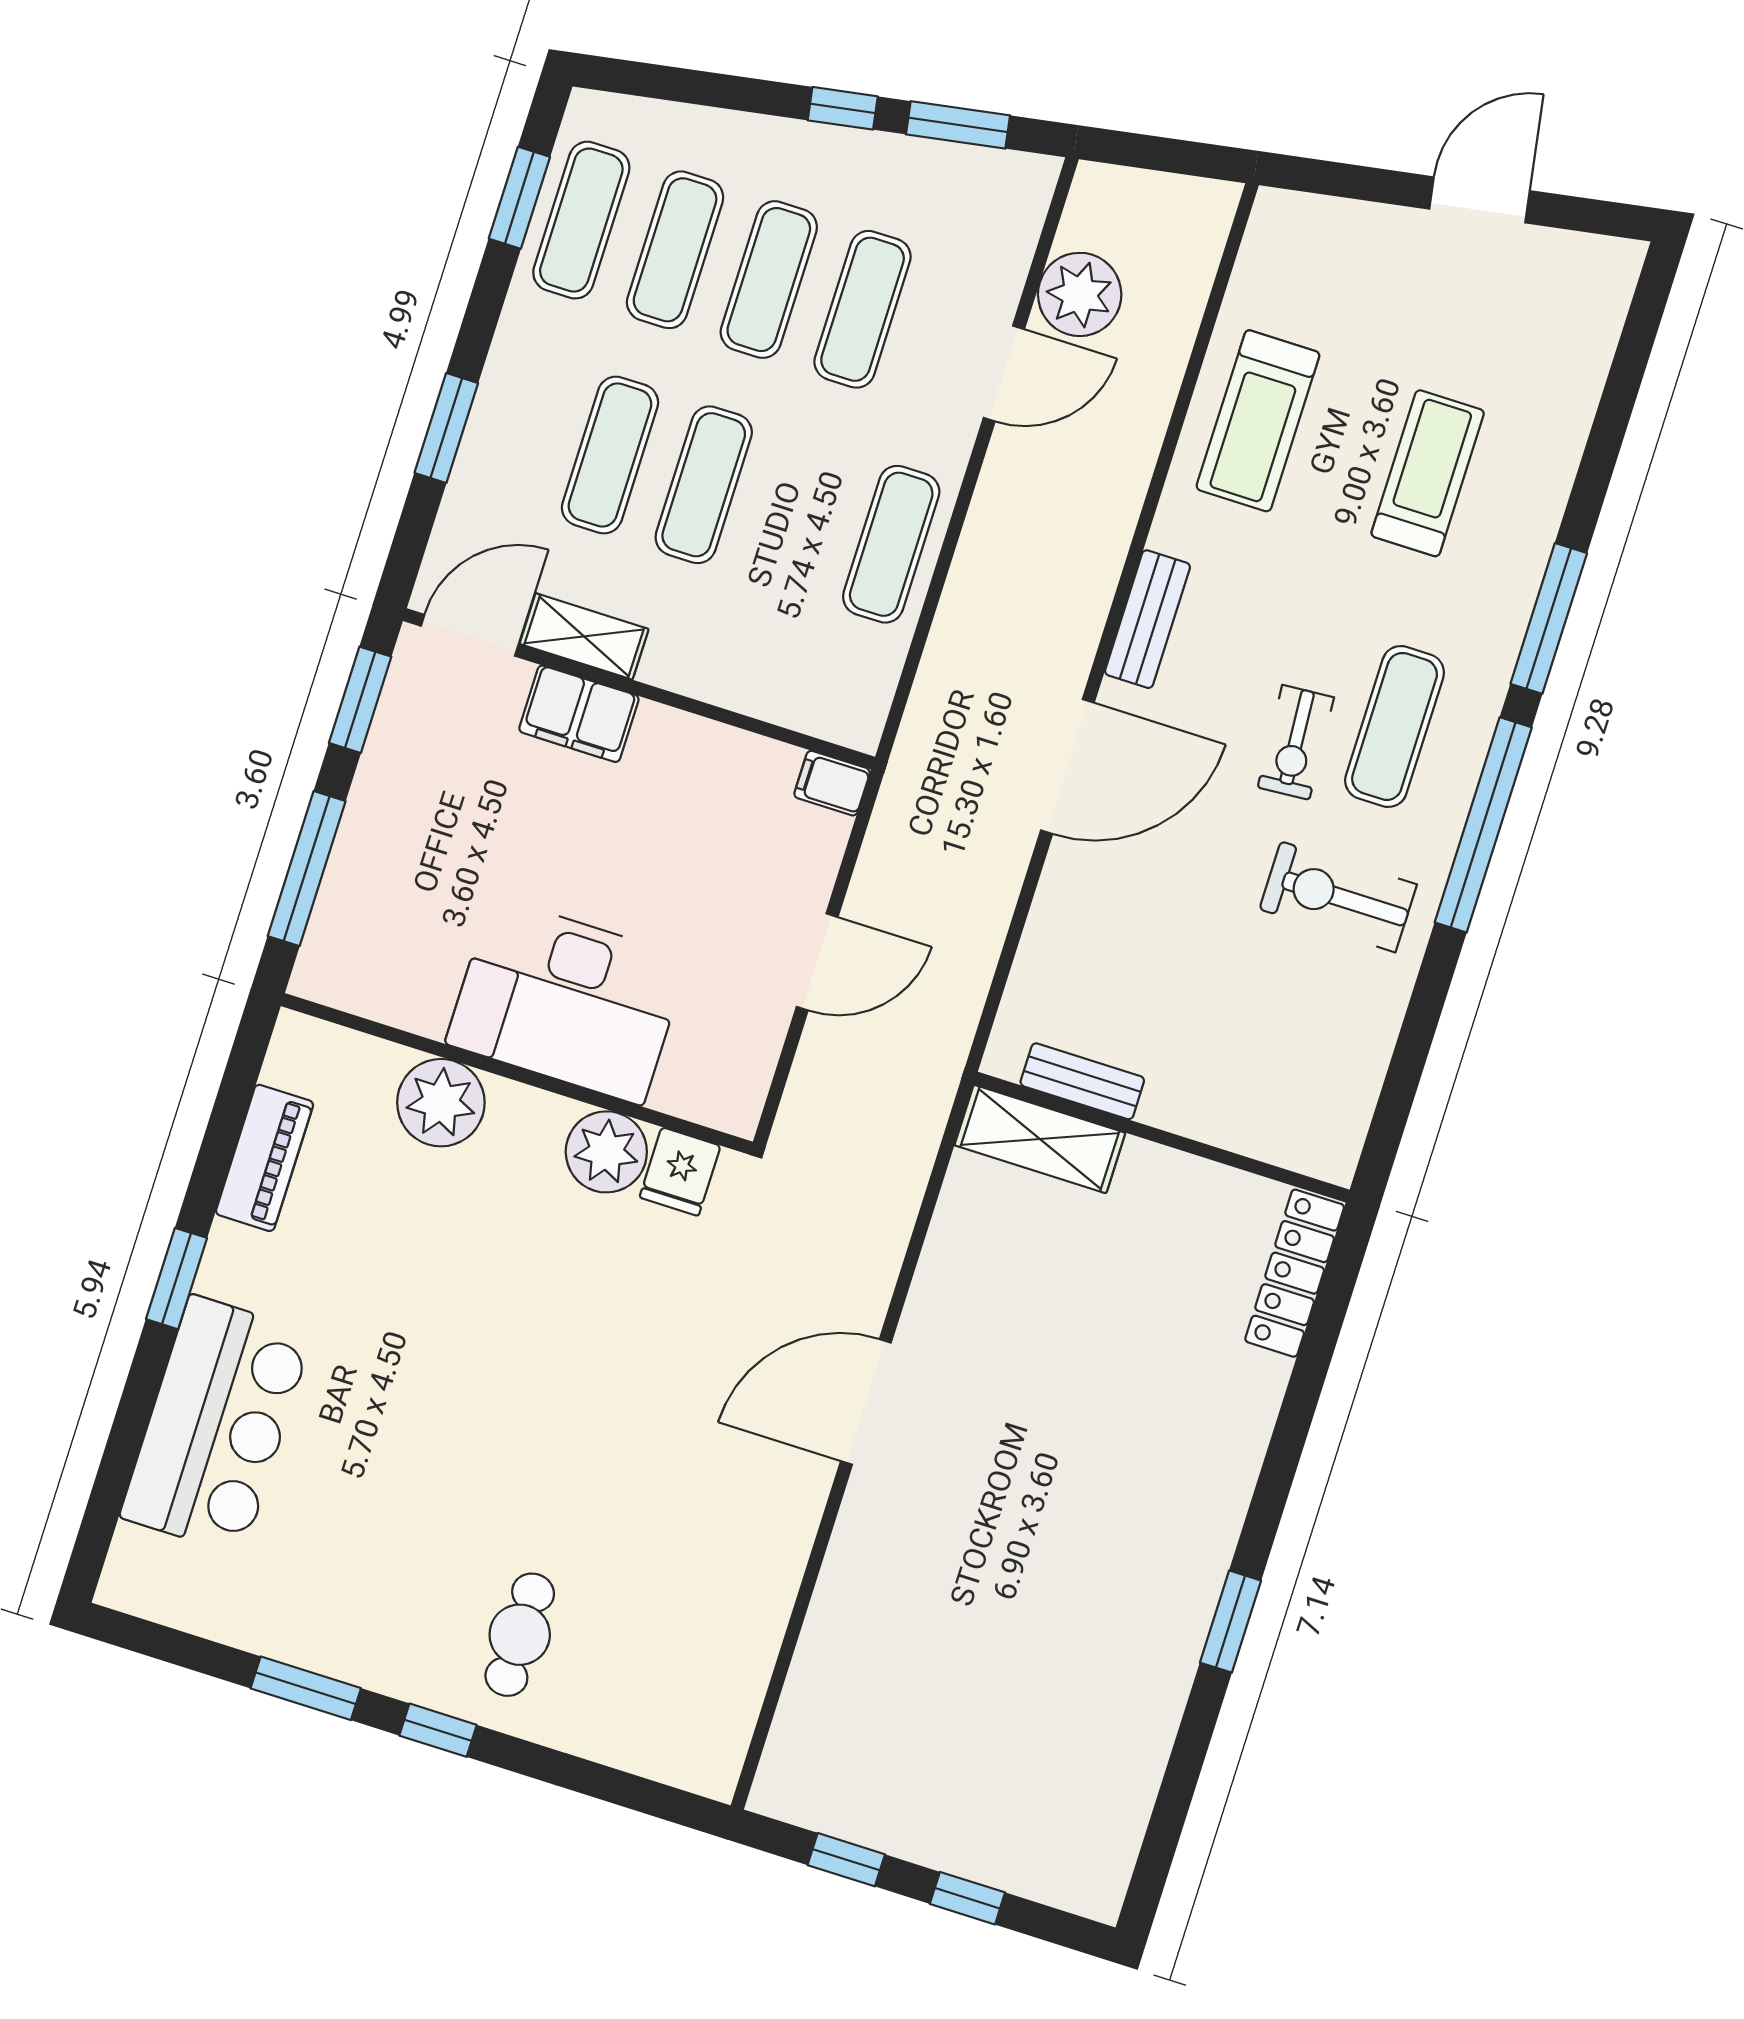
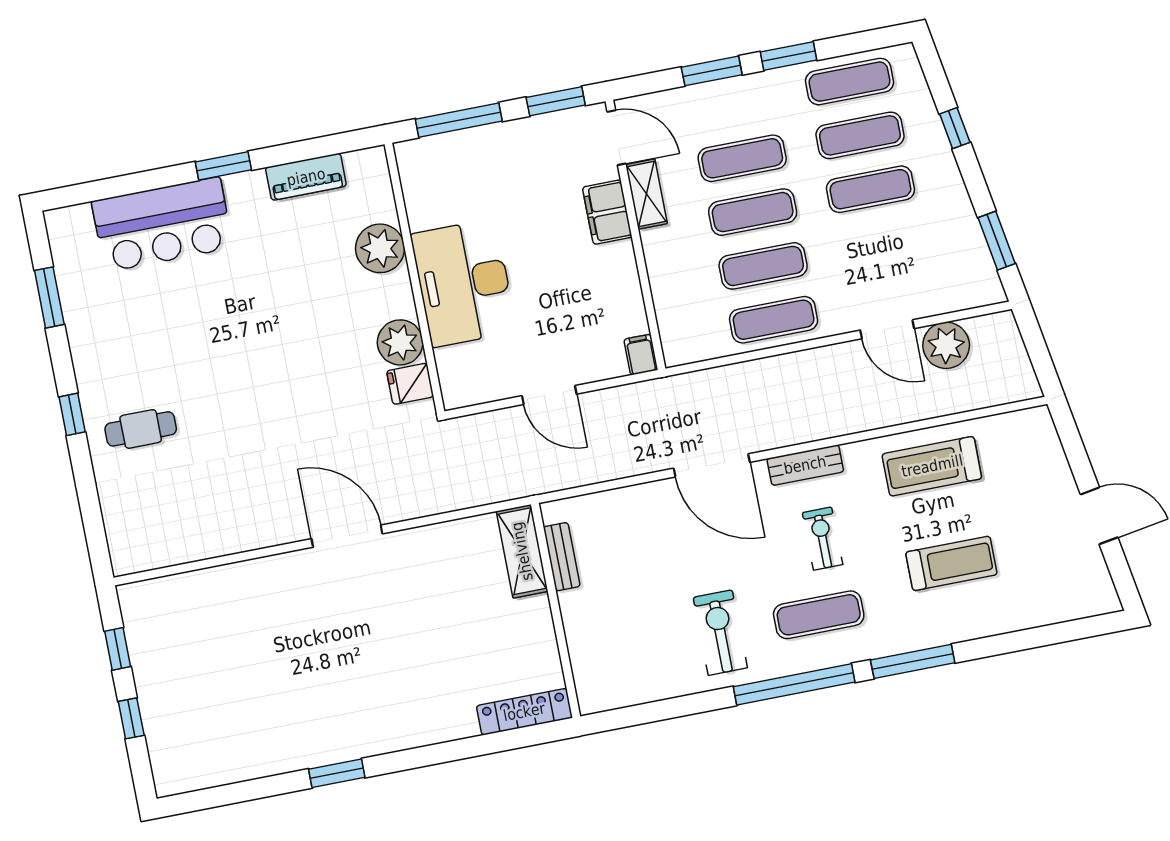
window: (843, 108) -> (955, 128), moved
window: (519, 198) -> (788, 56), moved
exercise mat: (863, 309) -> (763, 266), moved
exercise bike: (1296, 742) -> (823, 539), moved, turned 94
window: (306, 1688) -> (49, 297), moved

